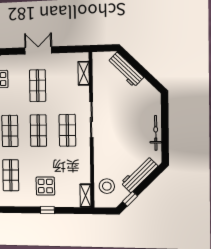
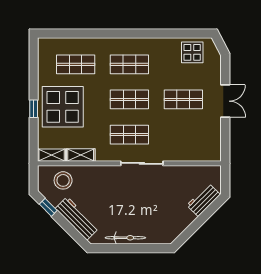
workbench: (126, 70) -> (203, 200), width x0.73
shelving: (84, 73) -> (81, 155), moved
display table: (45, 186) -> (63, 107), width x1.86, depth x1.86

